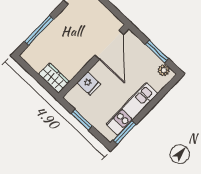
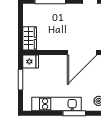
fridge: (89, 83) -> (31, 62), moved, turned -90
window: (125, 132) -> (74, 113), moved

